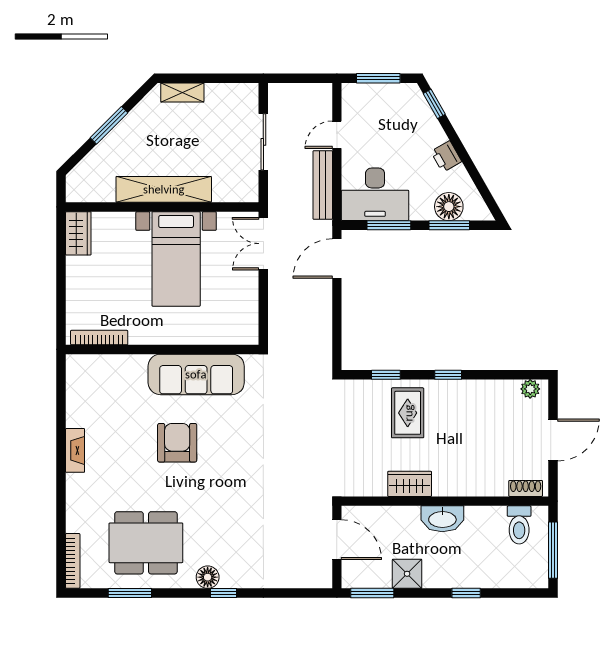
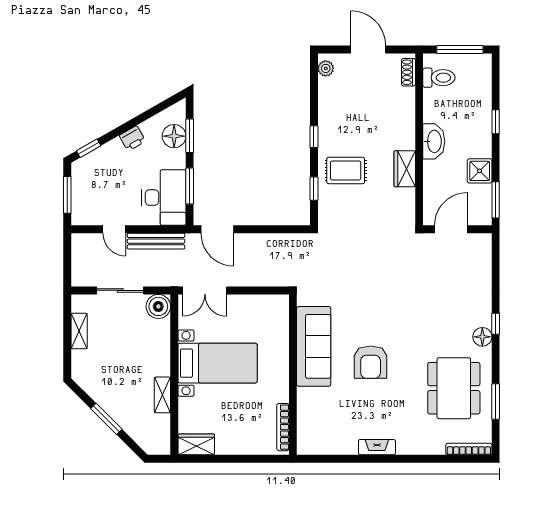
shelving: (182, 92) -> (79, 331), moved
boiler: (244, 188) -> (158, 306), added
shelving: (164, 189) -> (162, 395), width x0.45, depth x0.75
armchair: (177, 443) -> (371, 362), turned -90

